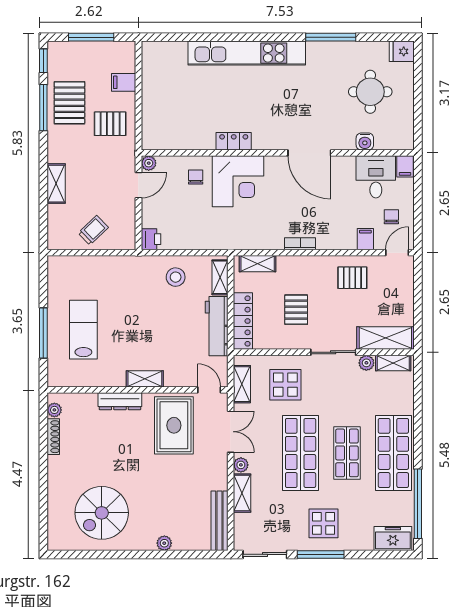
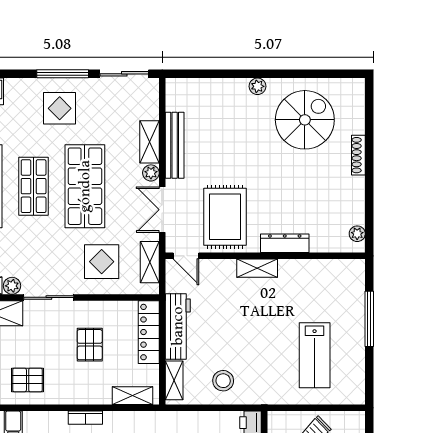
lab bench: (83, 330) -> (315, 355), moved
shoe rack: (53, 437) -> (358, 155), moved
bench: (219, 521) -> (175, 145), moved
plant: (164, 543) -> (258, 86), moved

